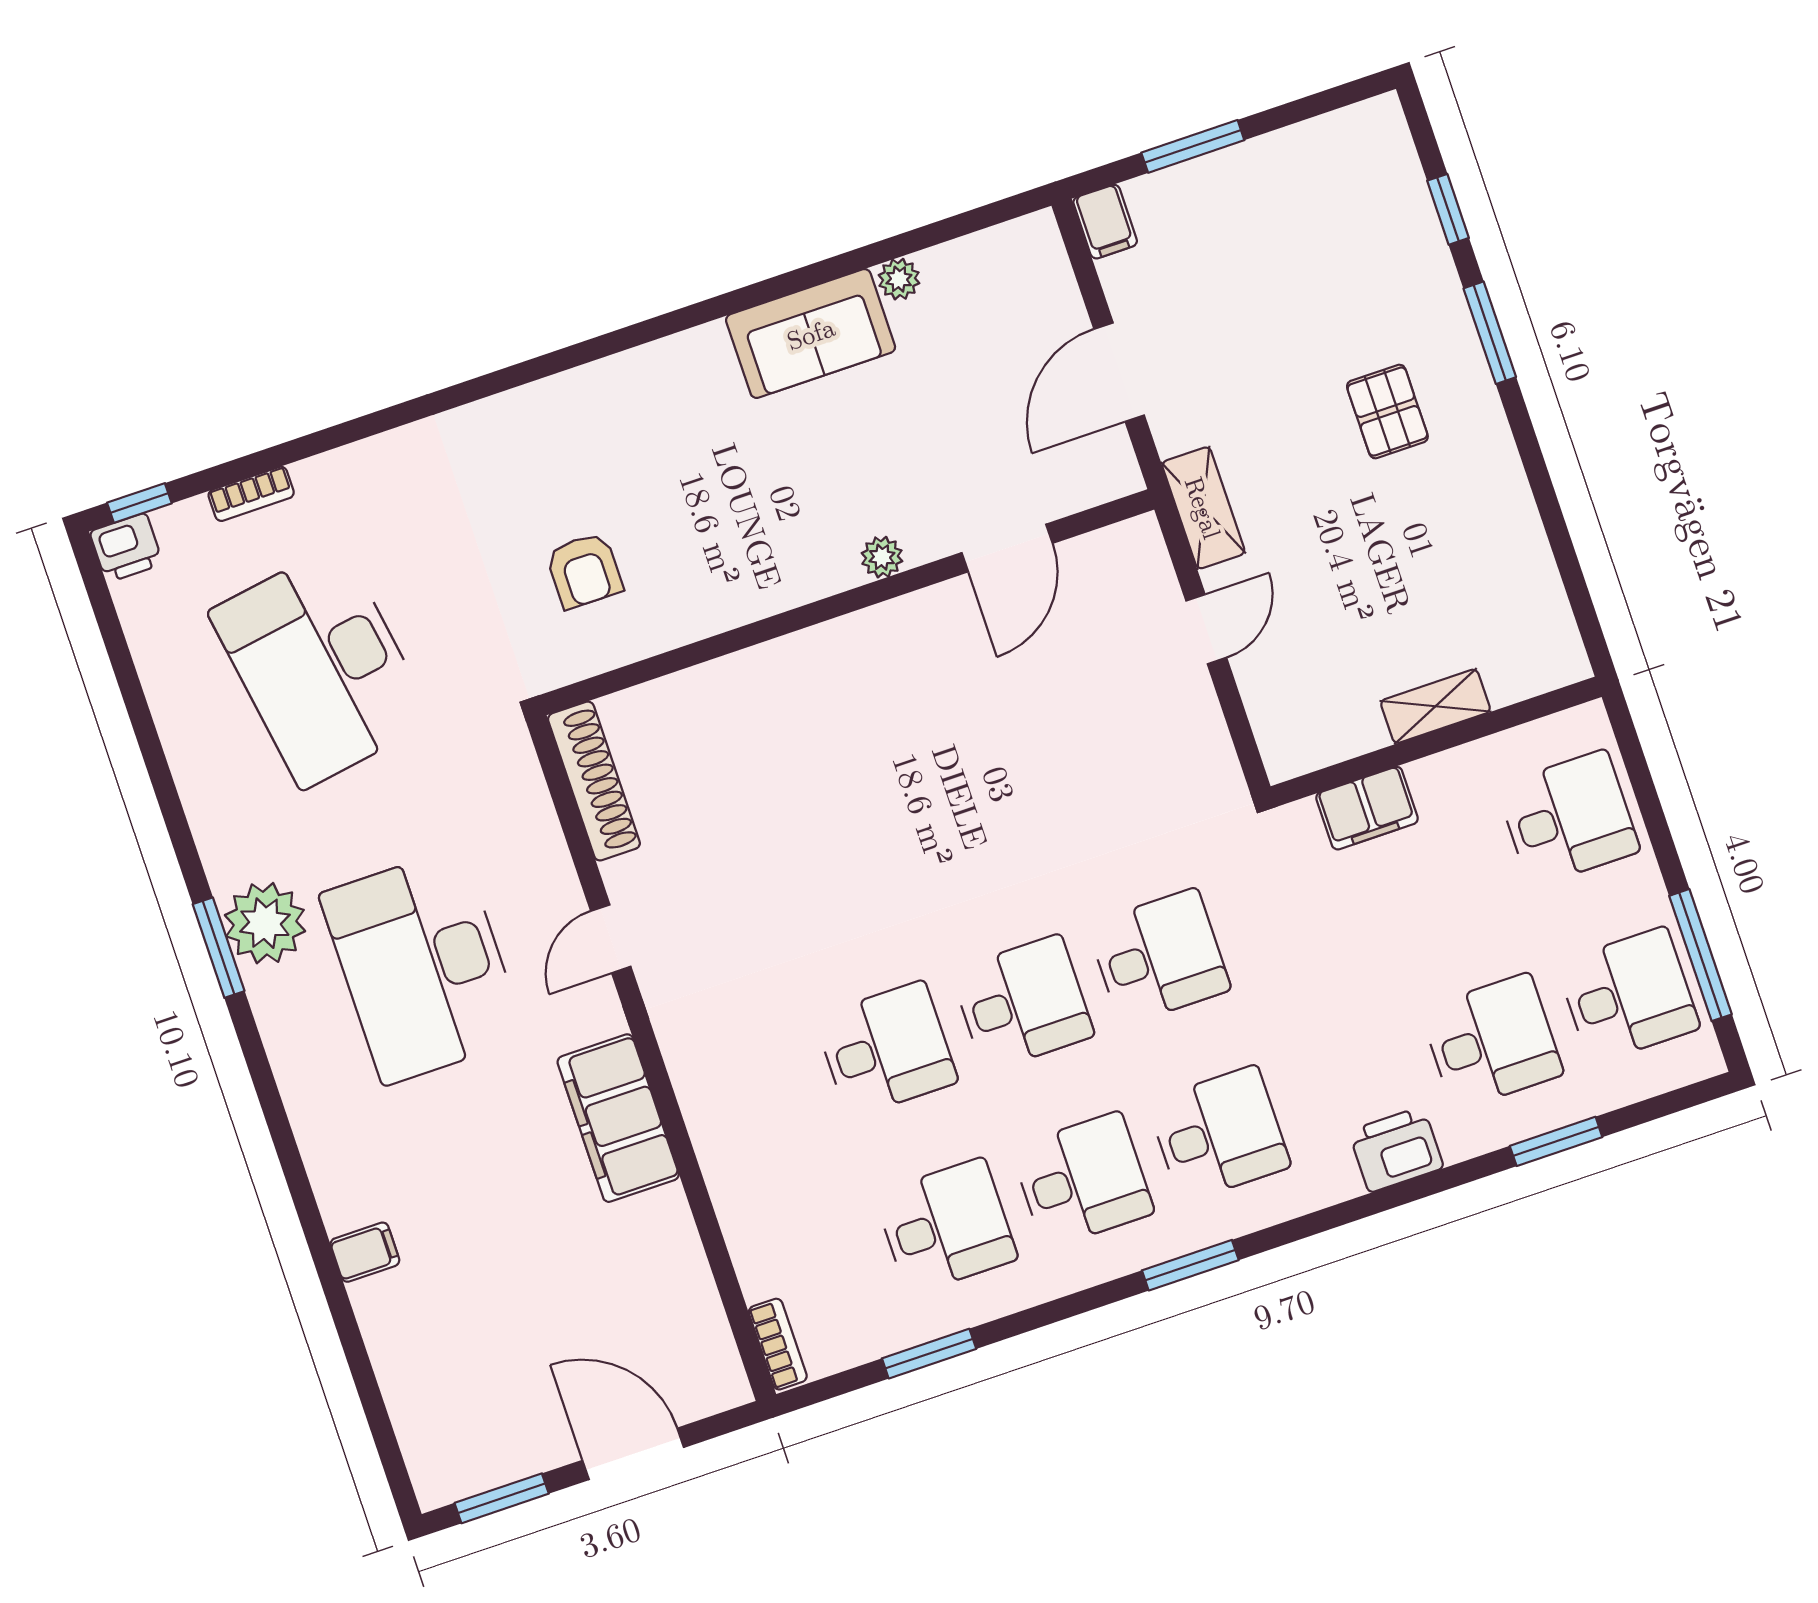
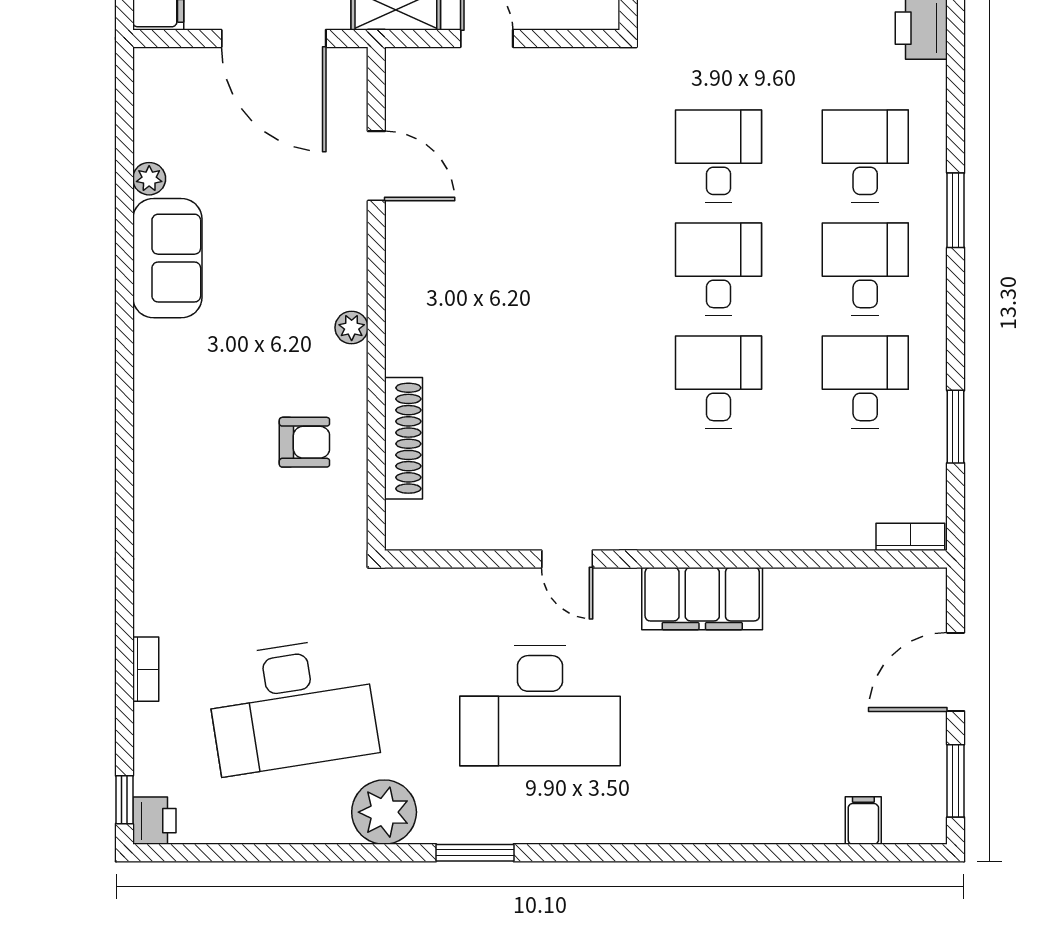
door: (1119, 372) -> (274, 38), width x1.36
bookcase: (251, 494) -> (146, 669), moved
plant: (882, 557) -> (352, 328), moved
armchair: (584, 571) -> (304, 442), moved
shoe rack: (594, 781) -> (403, 438), moved, turned 90
plant: (265, 923) -> (384, 812), moved
filing cabinet: (365, 1252) -> (863, 821), moved

